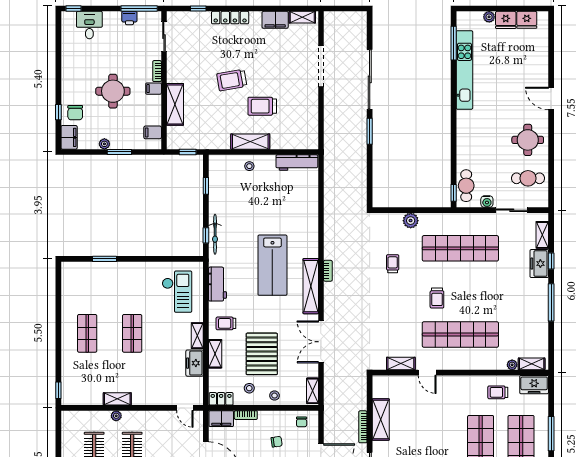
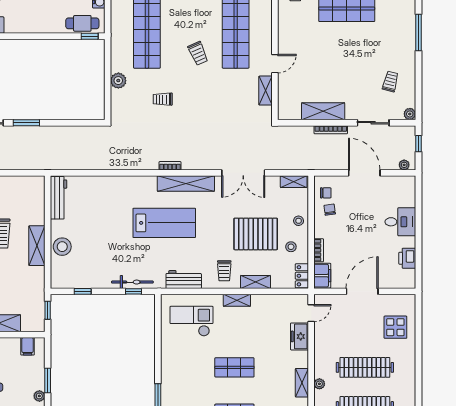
stool: (249, 166) -> (62, 247), width x1.89, depth x1.89
trolley: (437, 298) -> (198, 53), turned 66
freezer: (195, 363) -> (300, 336), moved, turned 90
chair: (277, 442) -> (330, 210), moved

